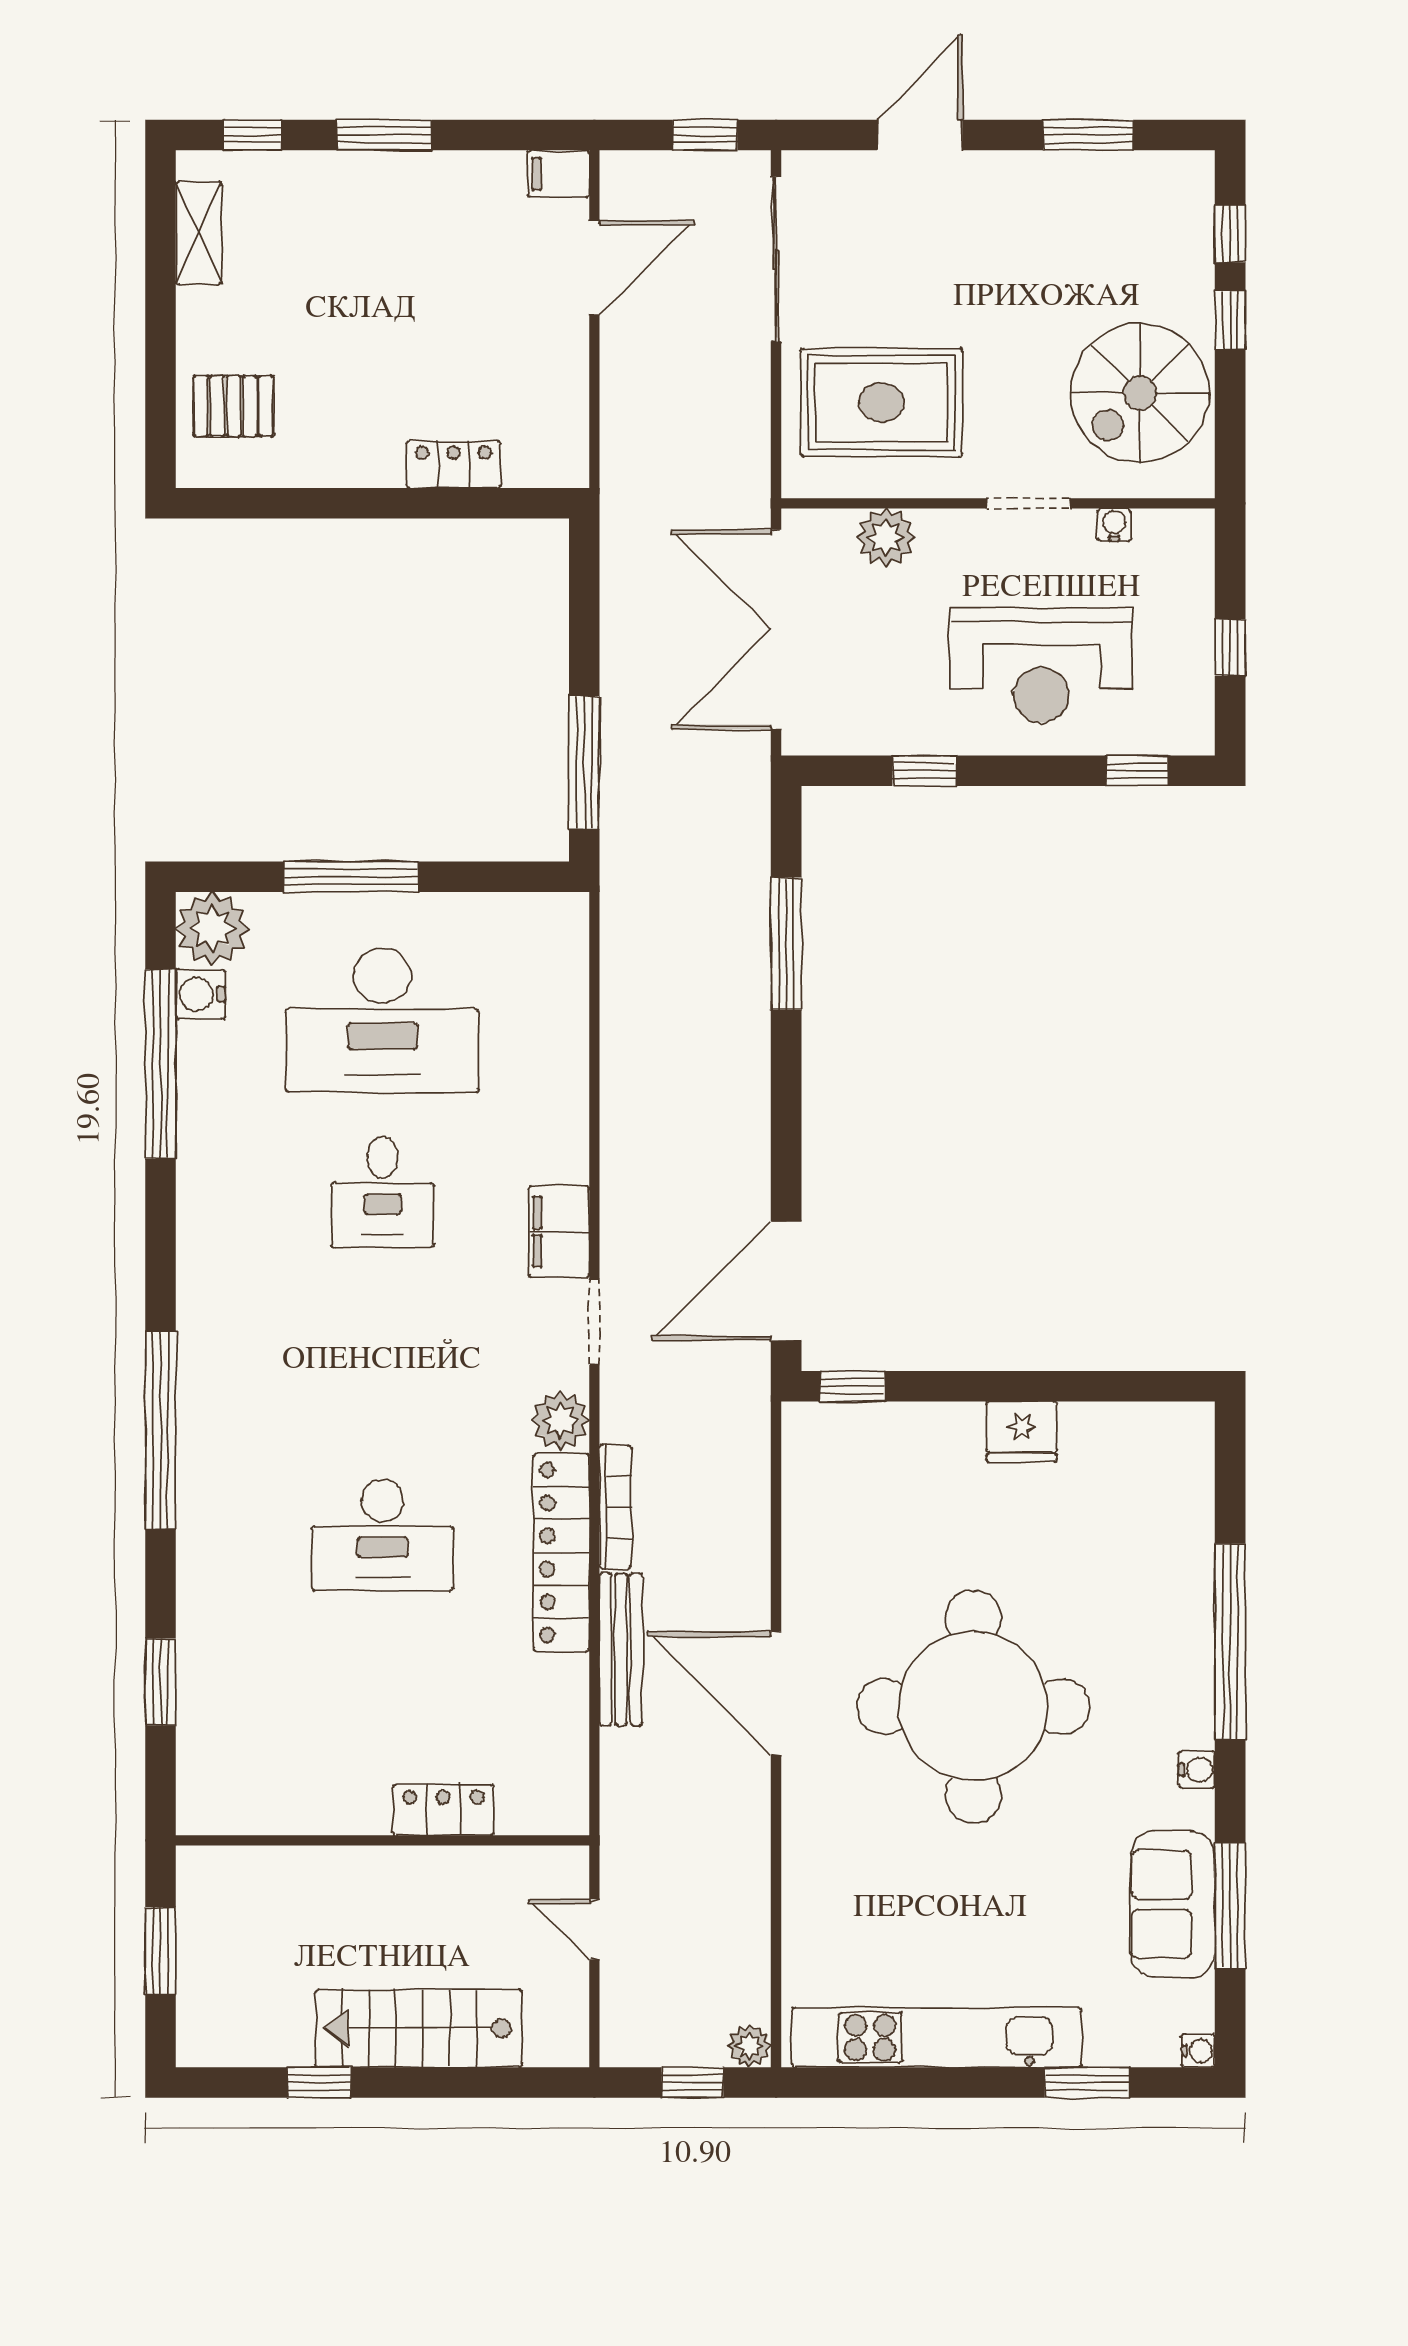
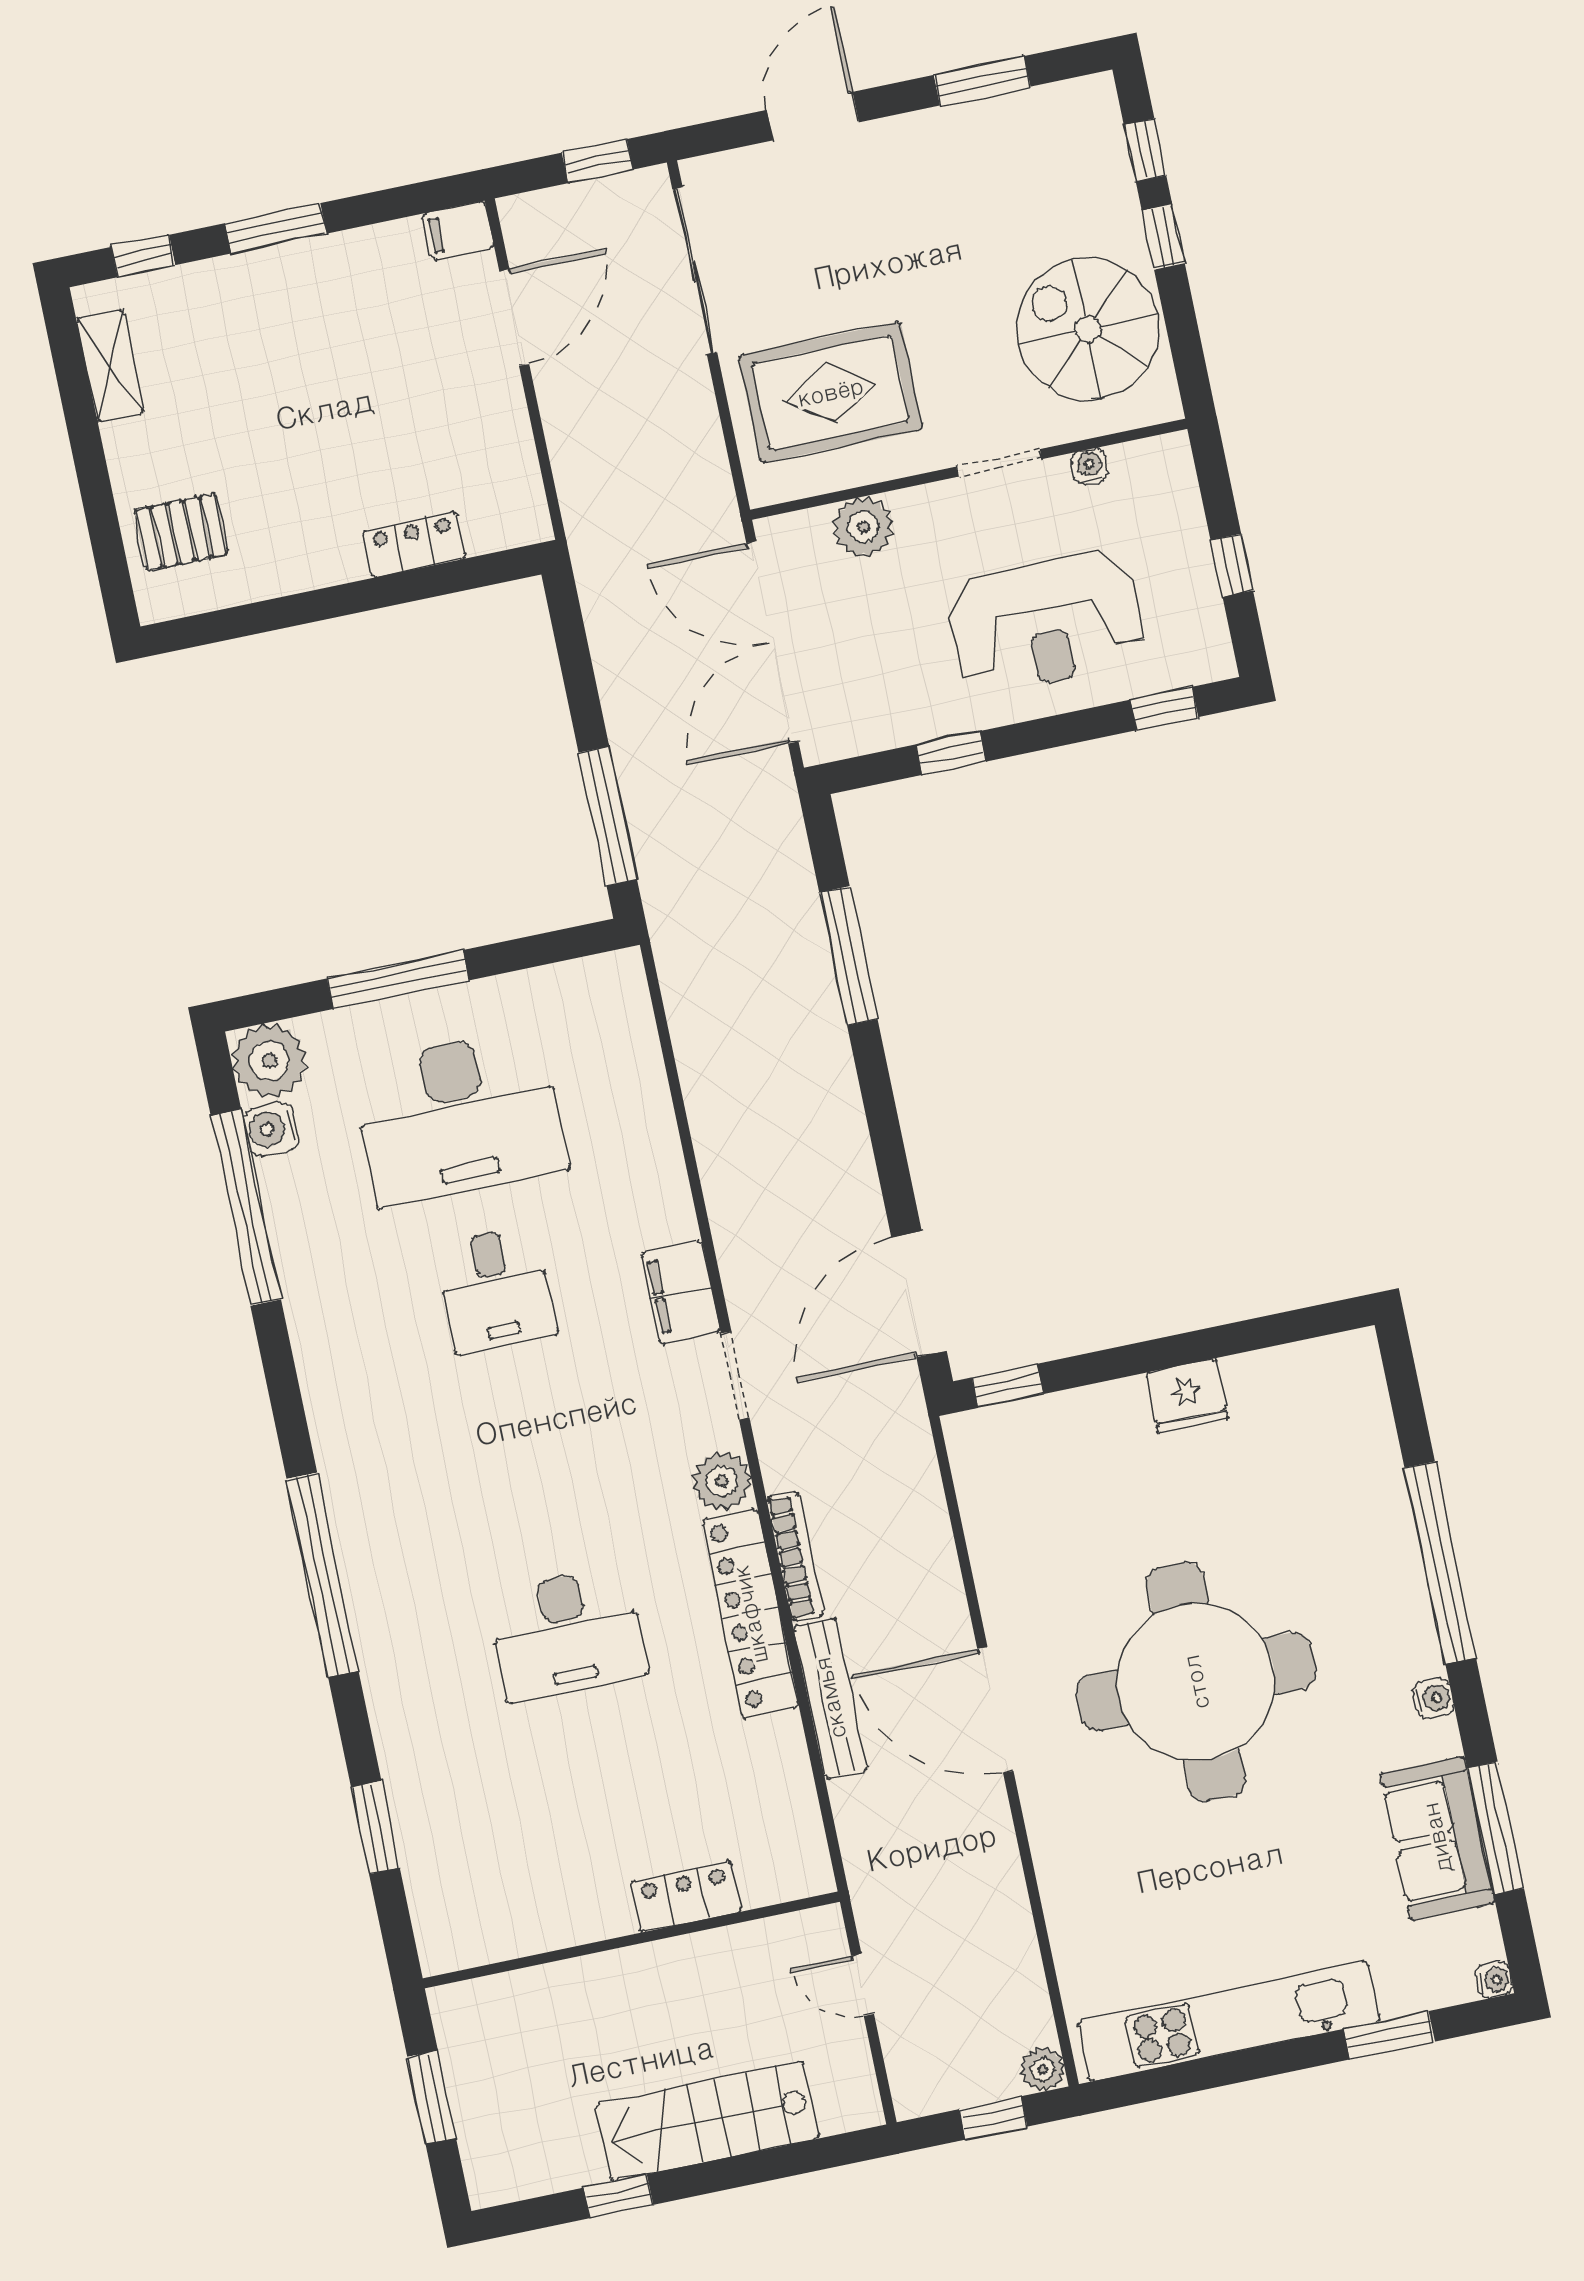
spiral stairs: (1140, 393) -> (1088, 329), turned 90

